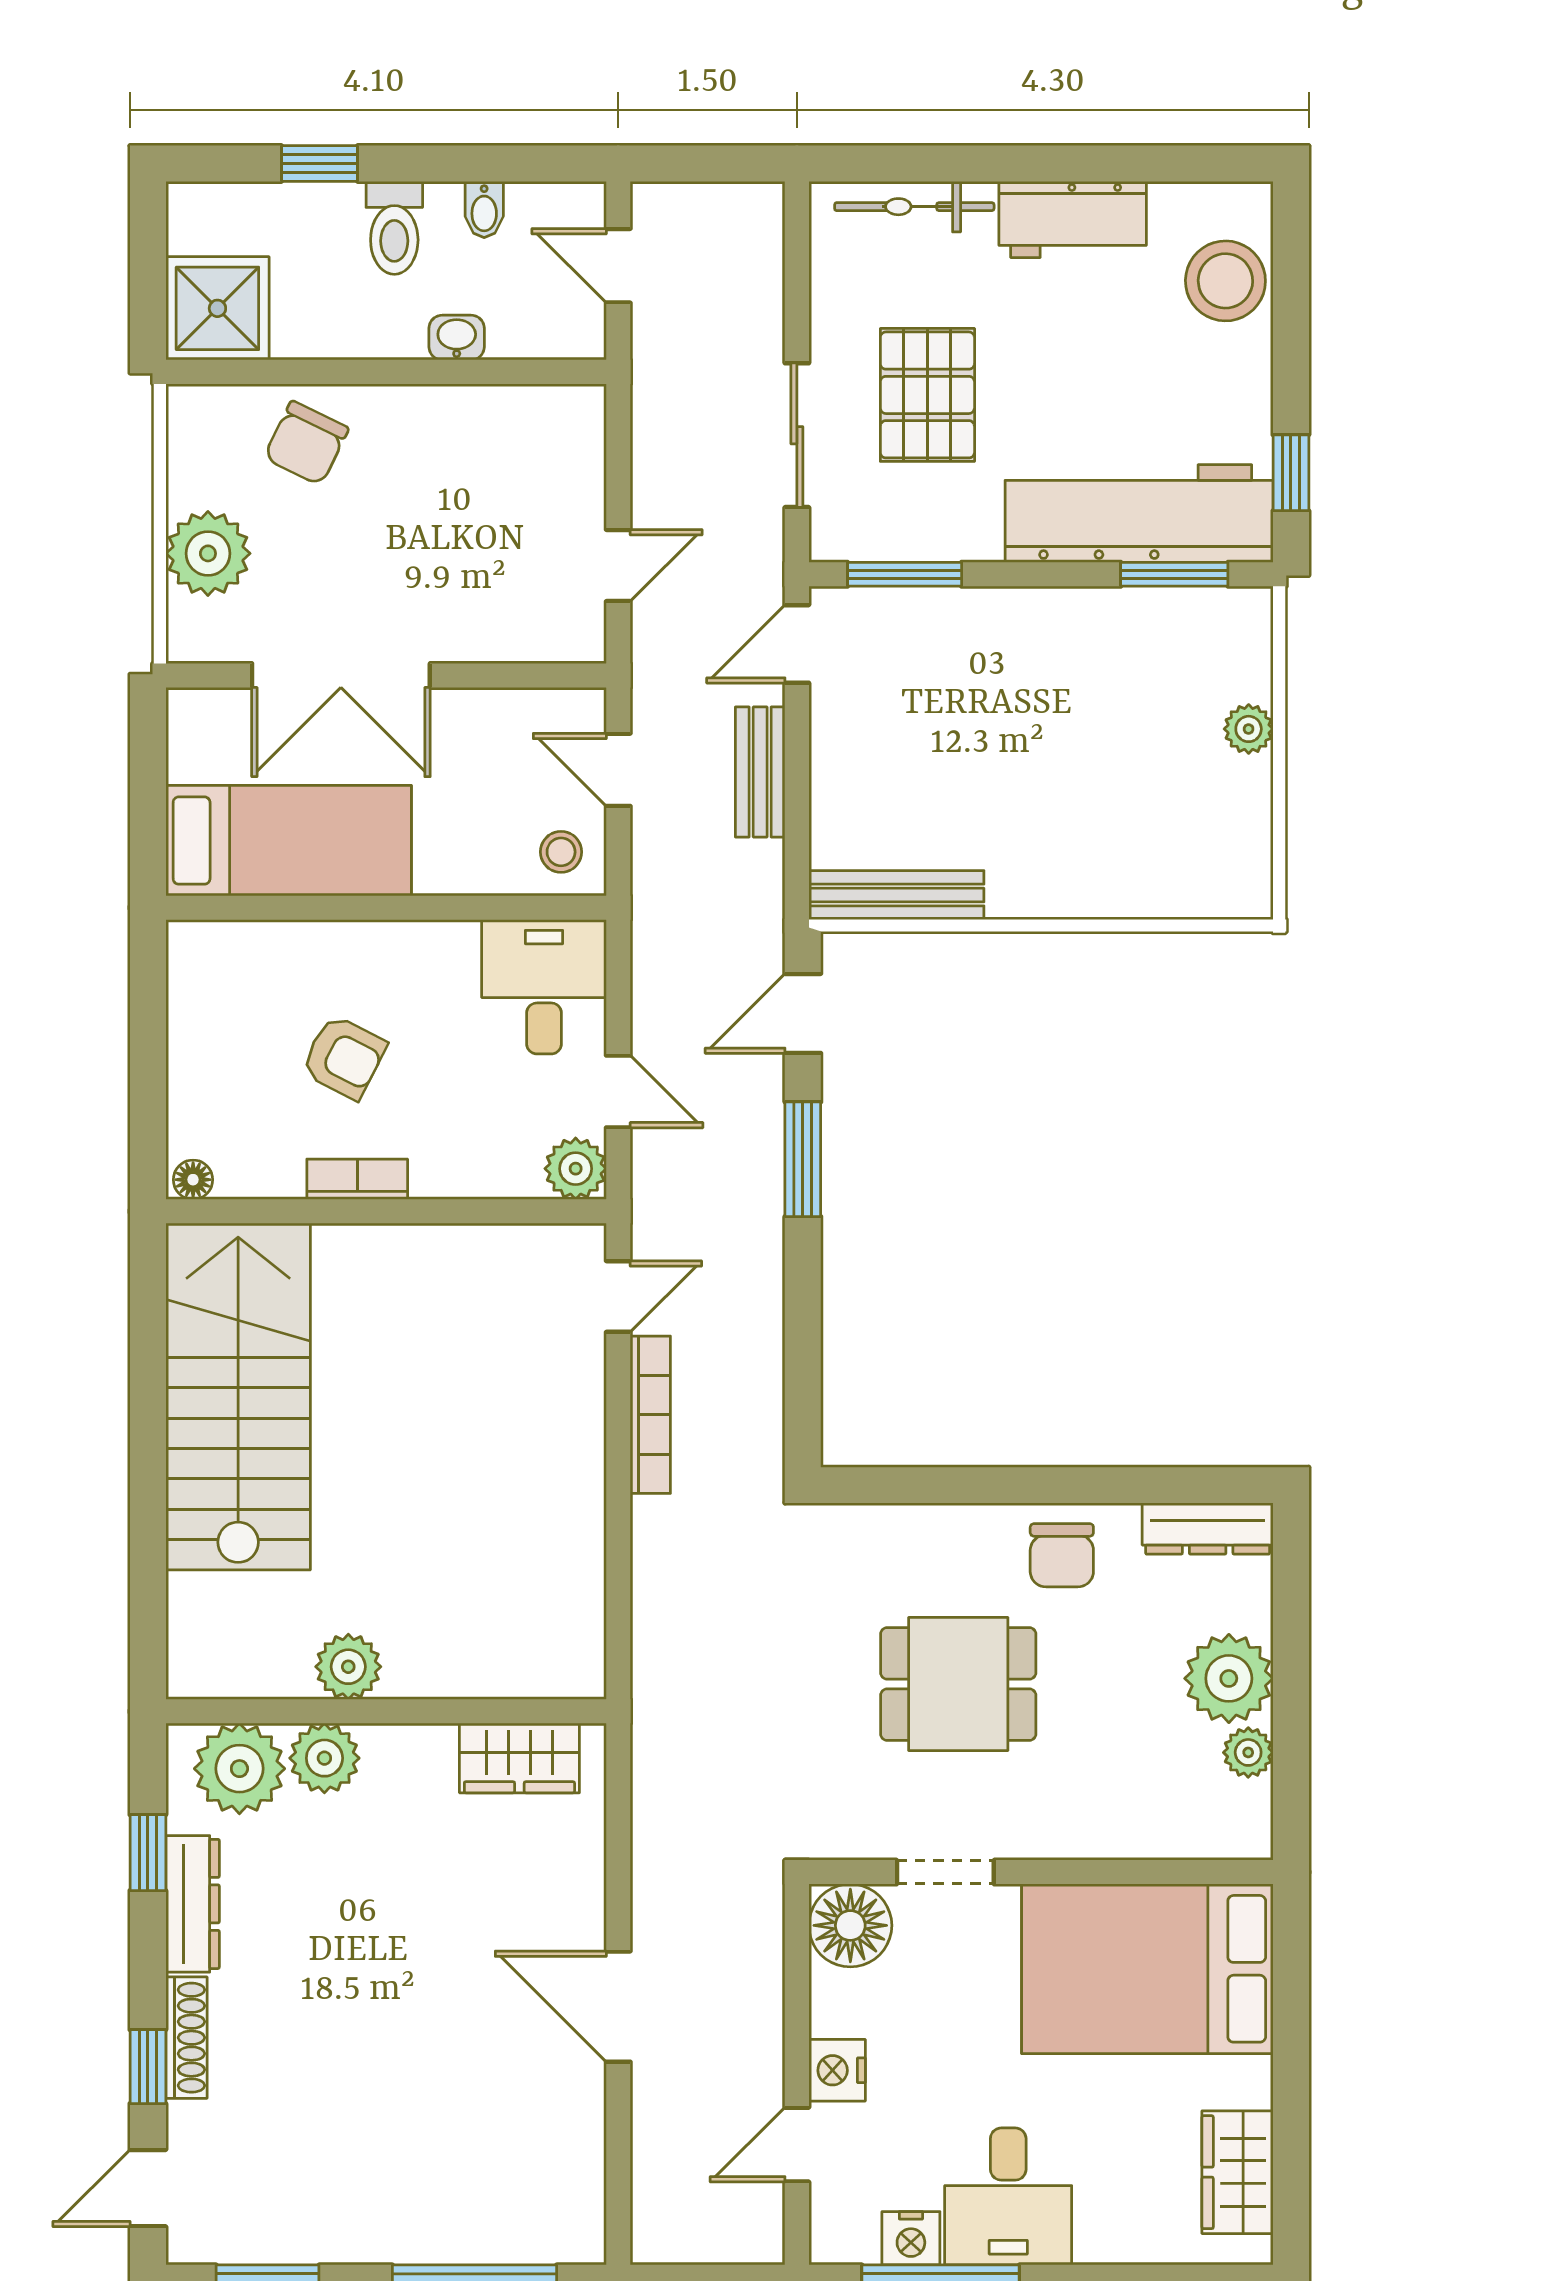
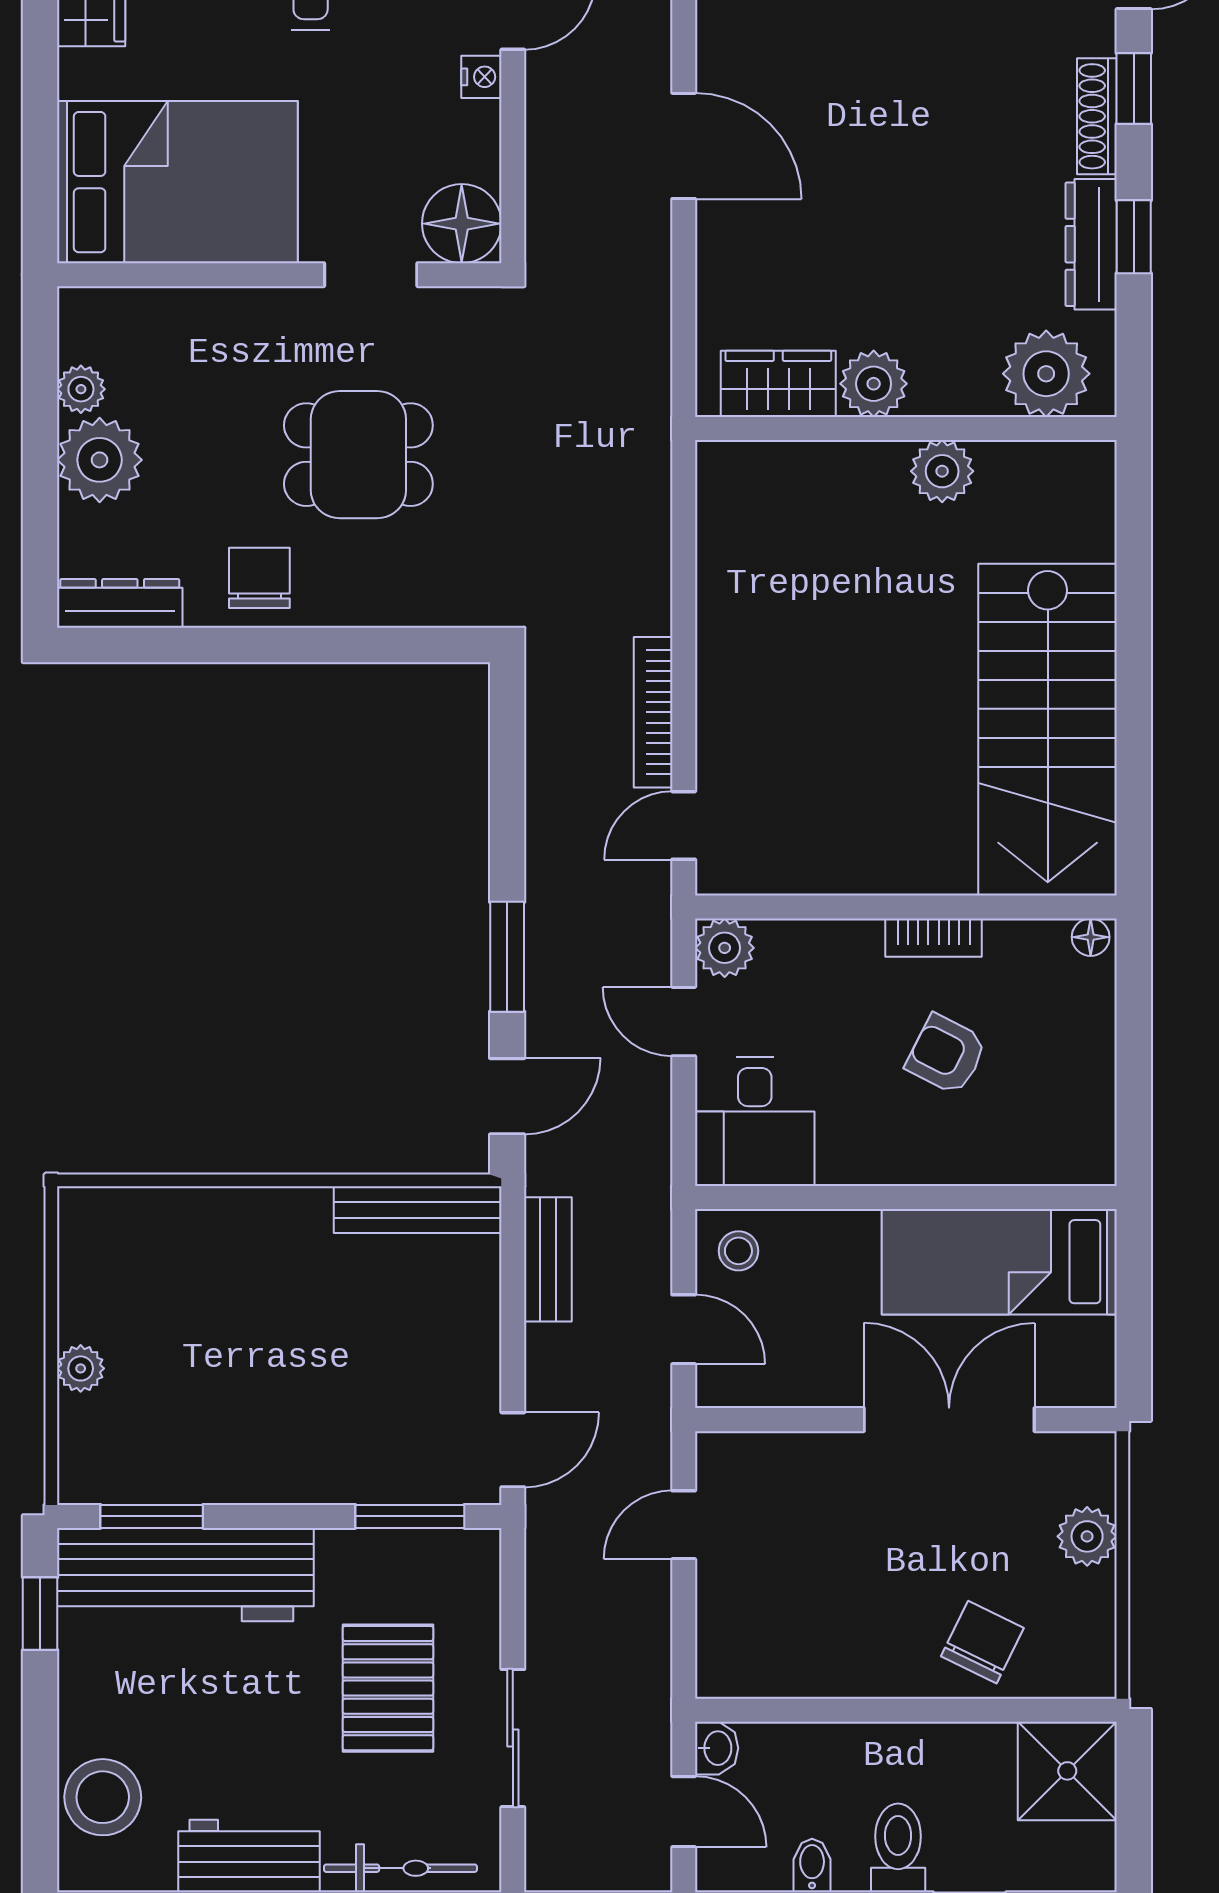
washbasin: (457, 338) -> (717, 1748), moved, turned -90
sliding door: (797, 435) -> (513, 1738), moved
plant: (208, 553) -> (1087, 1536), width x0.73, depth x0.73
bench: (760, 772) -> (548, 1259), moved
plant: (324, 1758) -> (874, 384), moved
window: (148, 1853) -> (1134, 237), moved
nightstand: (837, 2070) -> (481, 77), width x0.72, depth x0.74

